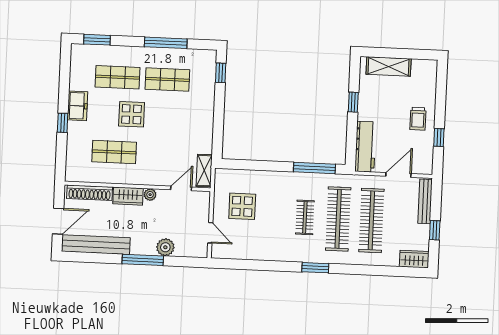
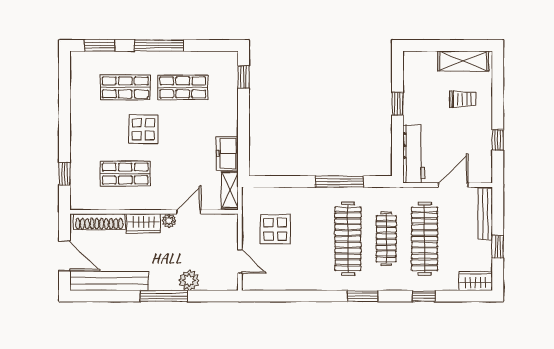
window: (166, 43) -> (159, 45), moved
shelving: (389, 66) -> (463, 61), moved
freezer: (77, 106) -> (227, 153), moved, turned 180
trolley: (418, 119) -> (463, 99), moved, turned -90
window: (63, 123) -> (65, 174), moved
window: (314, 168) -> (339, 181), moved
door: (181, 188) -> (189, 212), moved
clothes rail: (305, 217) -> (348, 239), width x1.86, depth x1.31
clothes rail: (338, 219) -> (386, 239), width x0.73, depth x0.76
door: (58, 221) -> (65, 256), hinge flipped
window: (369, 270) -> (424, 296), added

